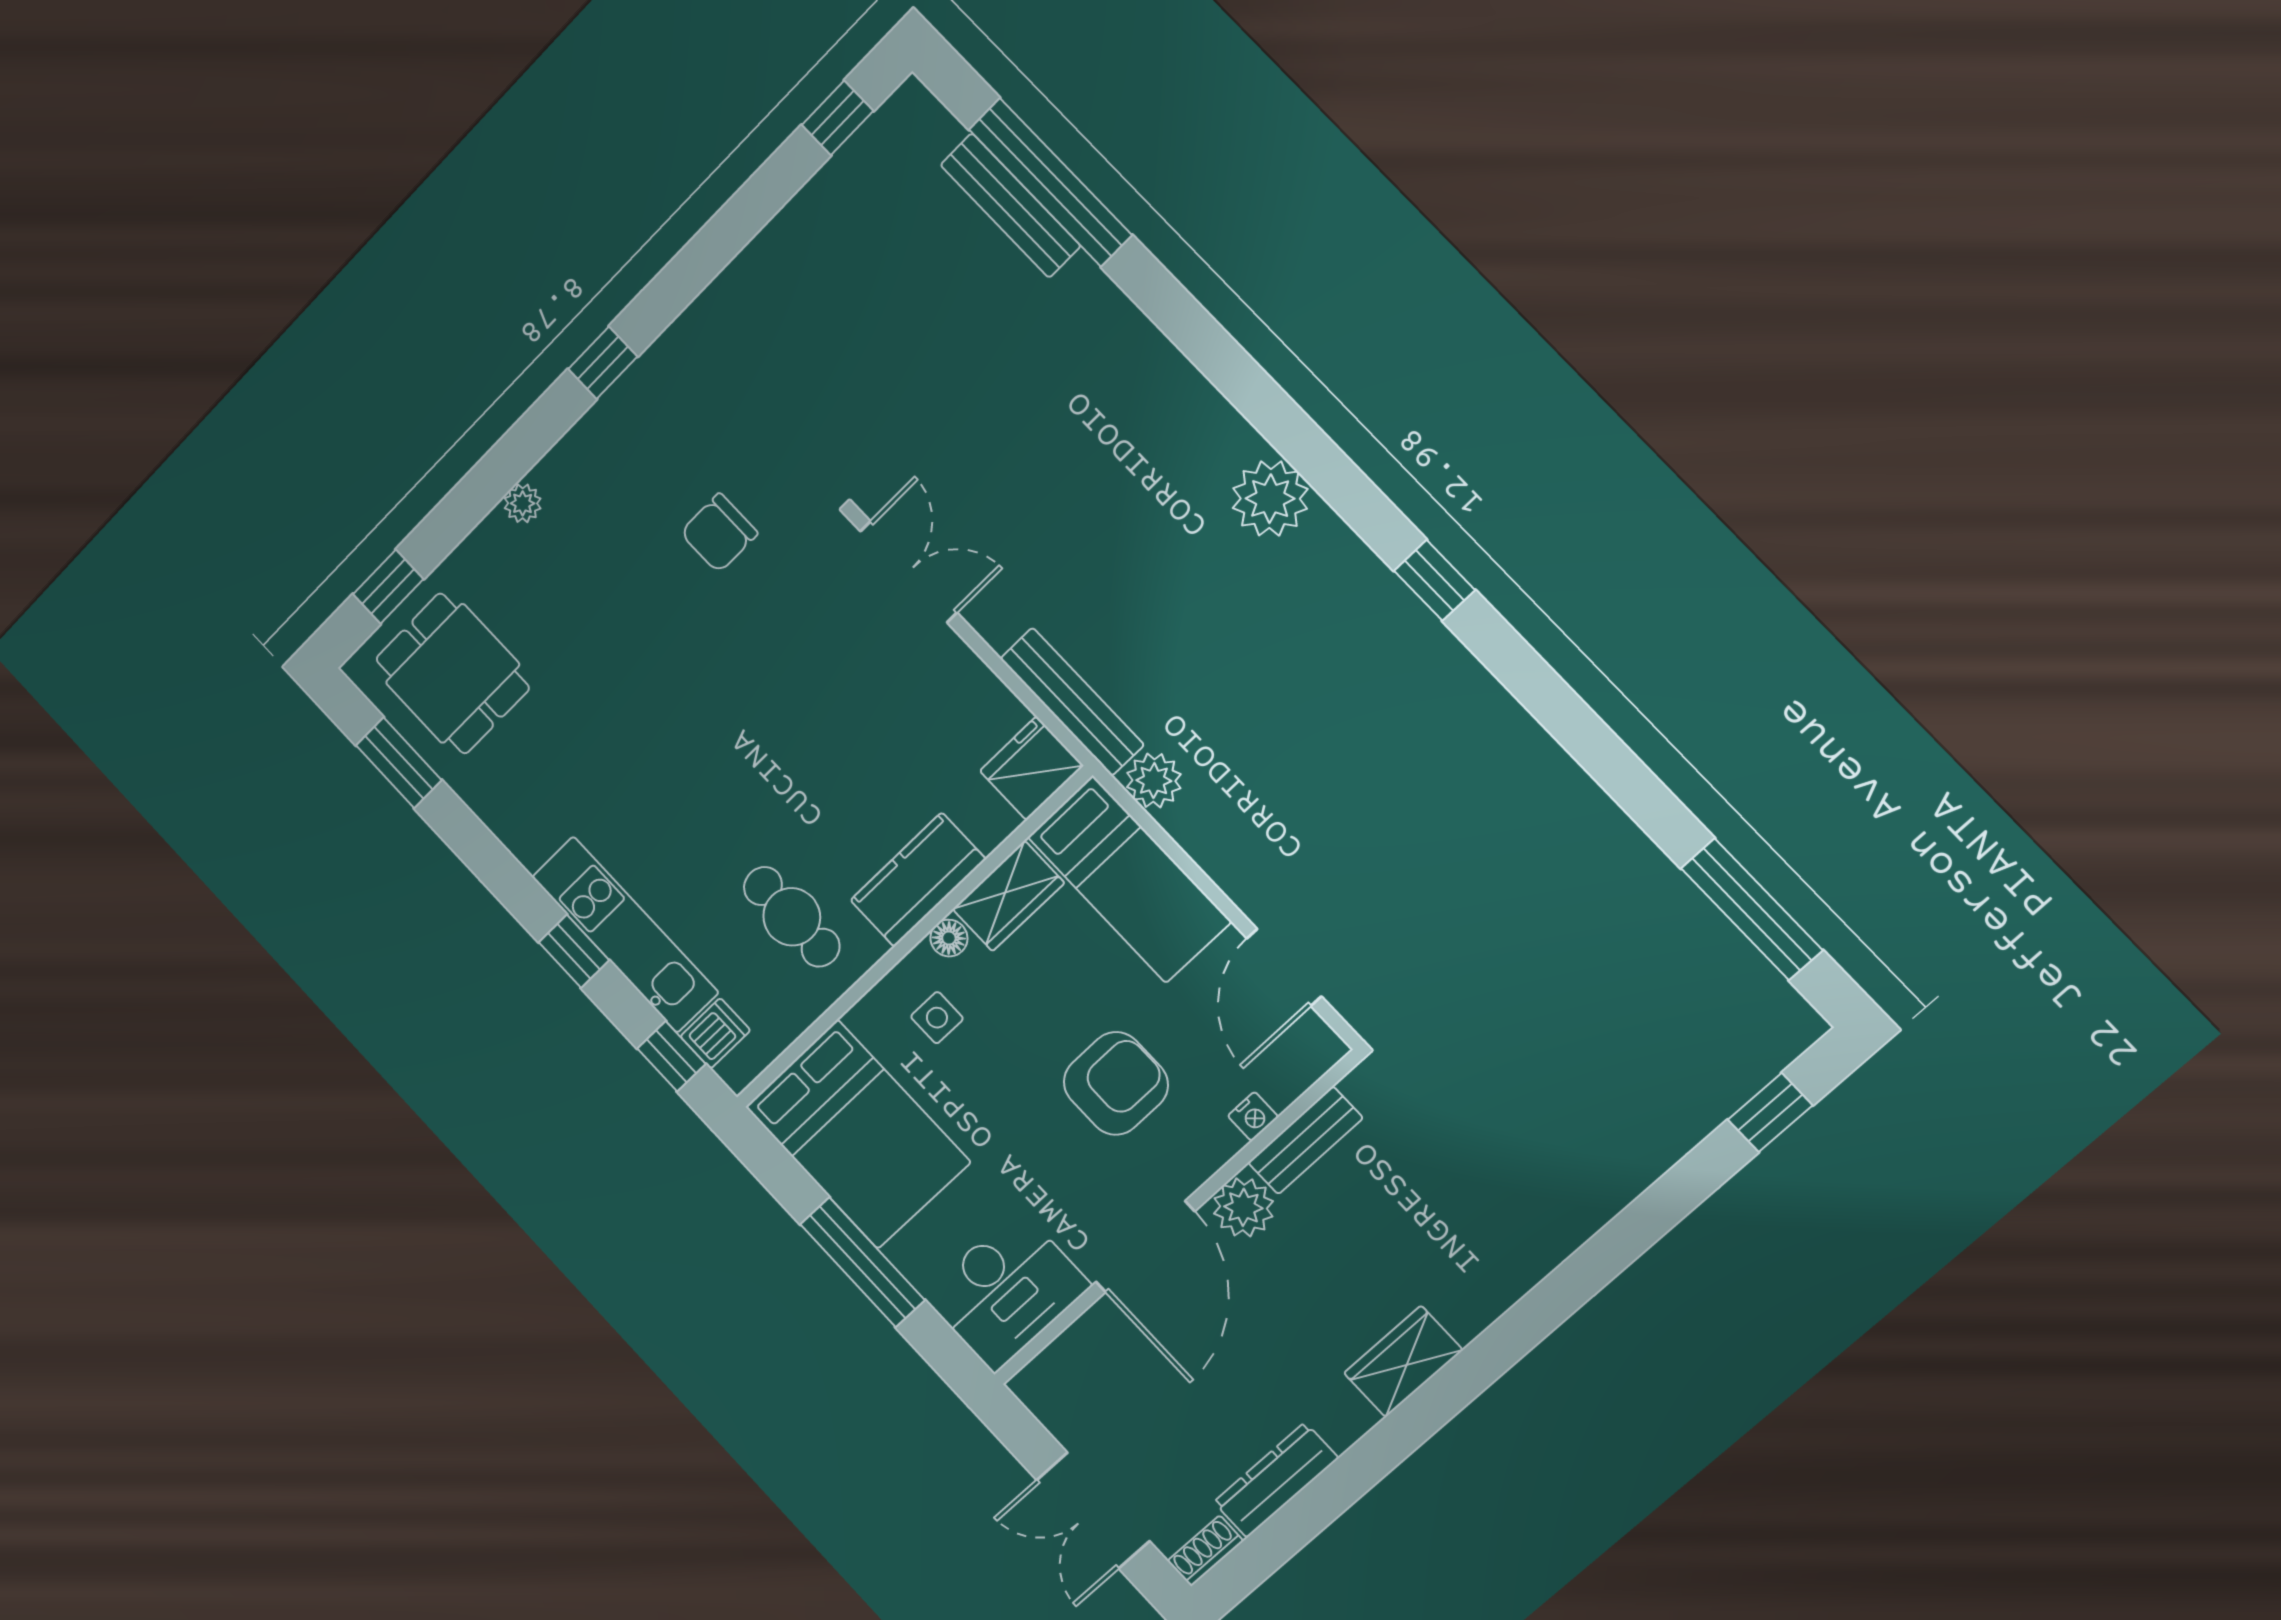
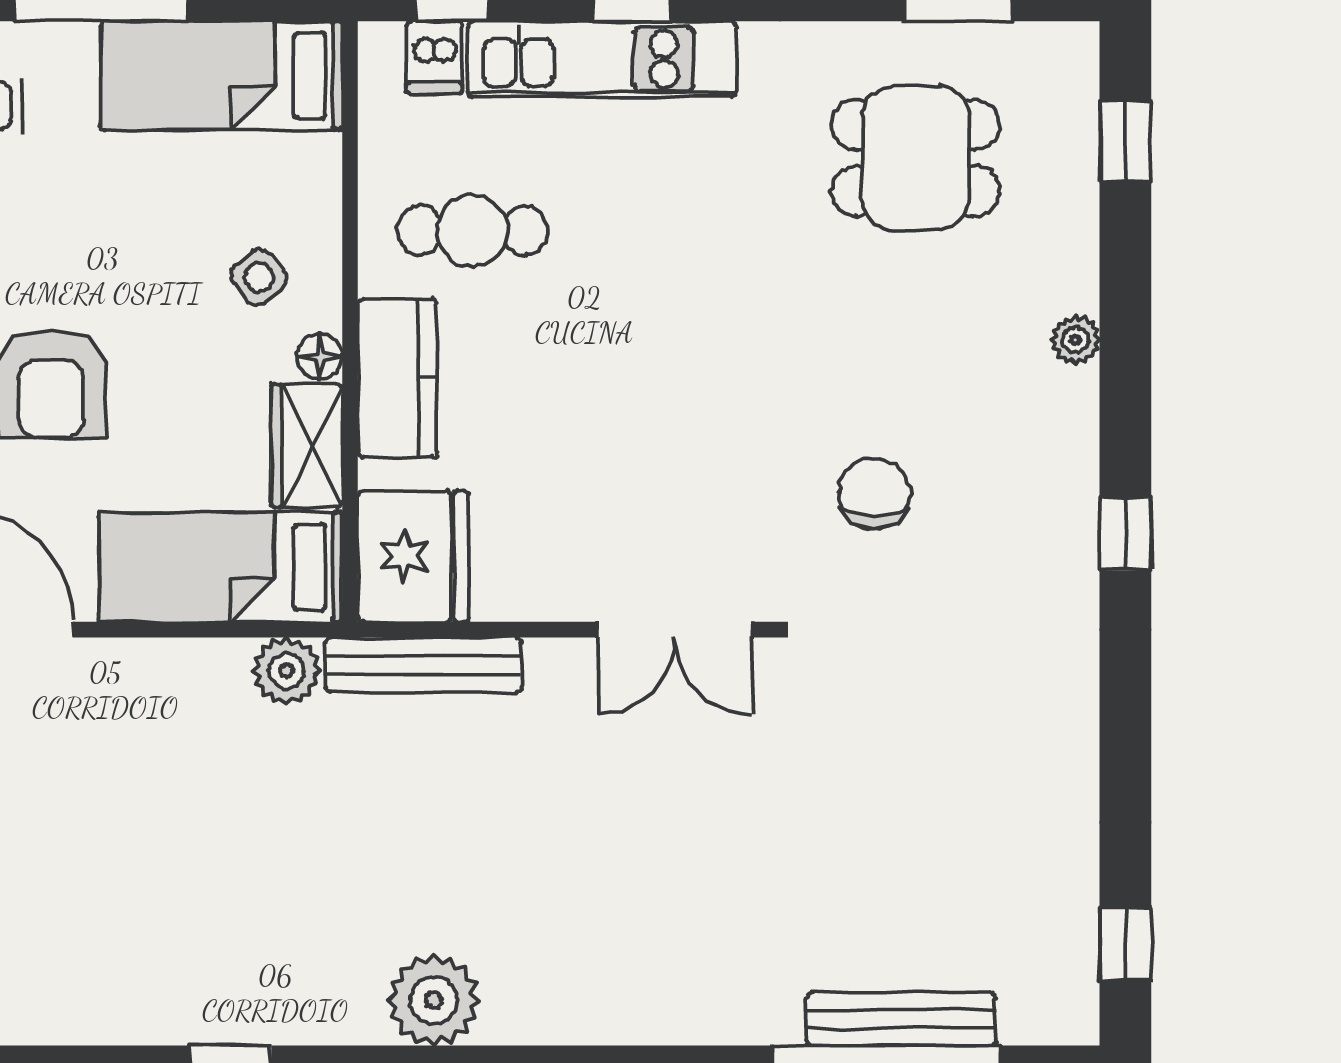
dining table: (453, 674) -> (916, 158), moved
fridge: (1031, 768) -> (413, 556), width x1.36, depth x1.34
side table: (937, 1018) -> (259, 277), turned -38
bed: (858, 1134) -> (221, 76), width x0.67

